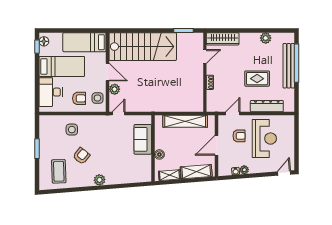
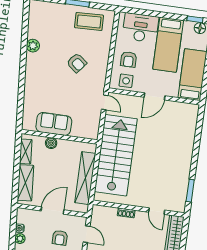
stairs: (143, 47) -> (116, 155), moved, turned 180
plant: (115, 89) -> (133, 102), removed
side table: (72, 130) -> (94, 46), removed
sofa: (143, 139) -> (54, 124), moved
door: (217, 145) -> (53, 210), hinge flipped
armchair: (81, 156) -> (77, 63), moved
coffee table: (59, 171) -> (89, 21), moved
plant: (100, 180) -> (33, 46), moved

